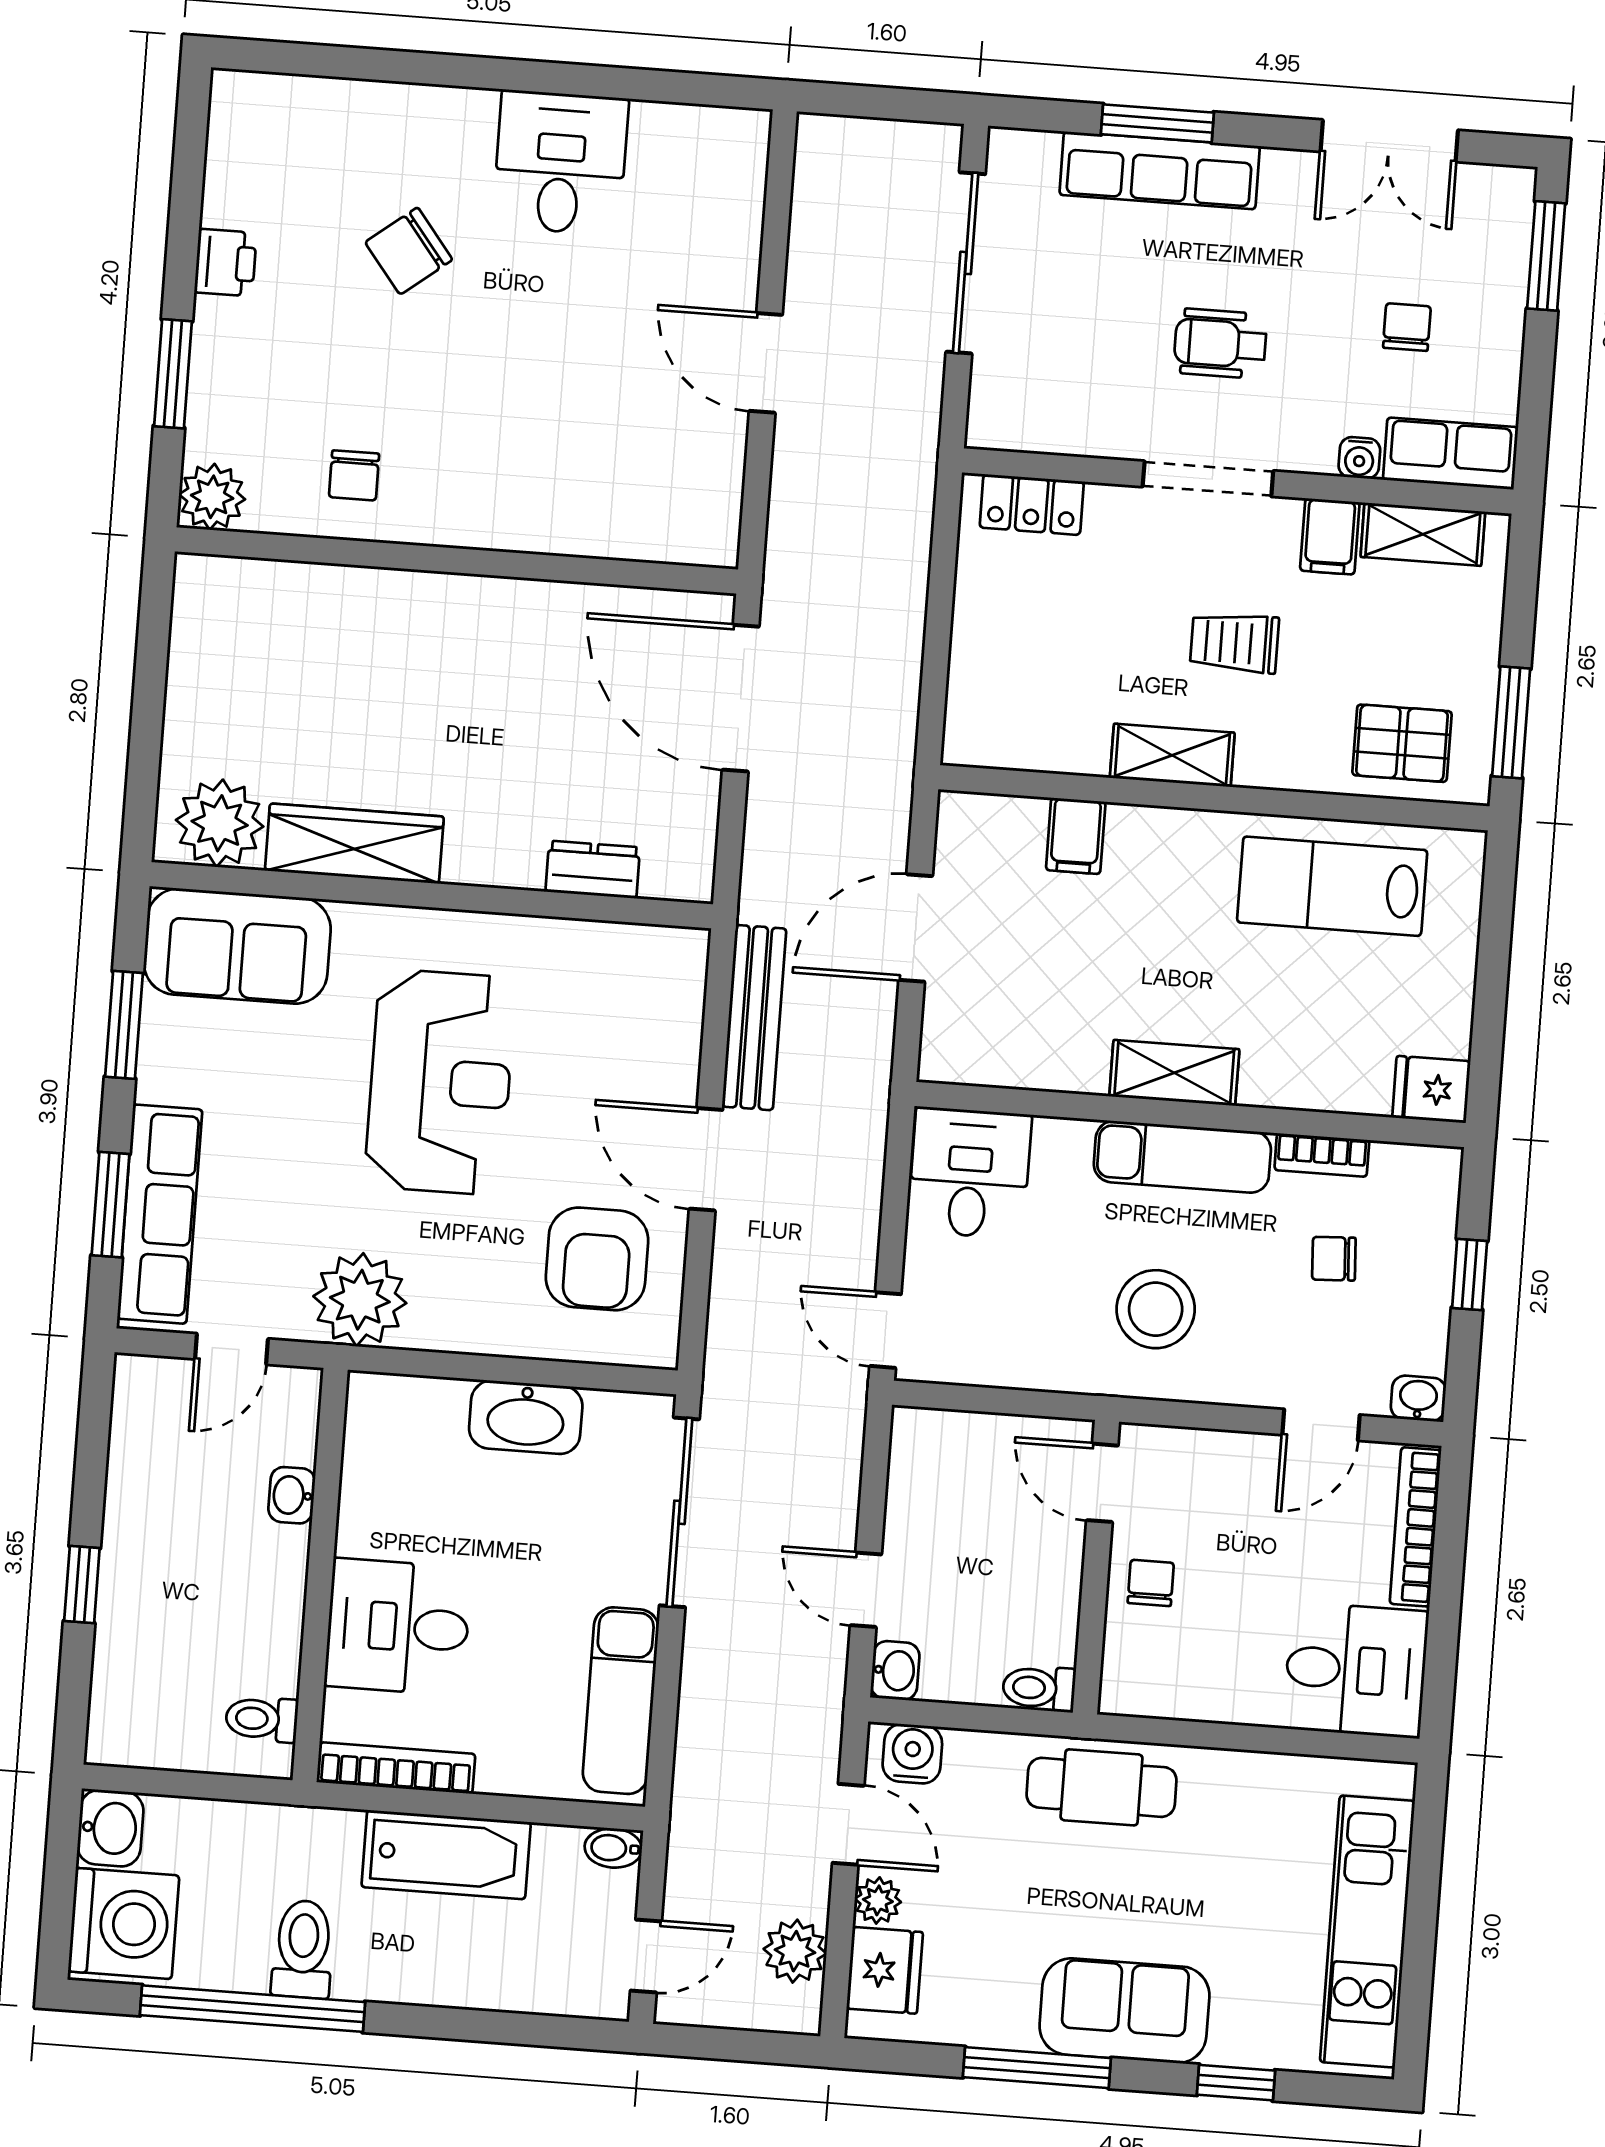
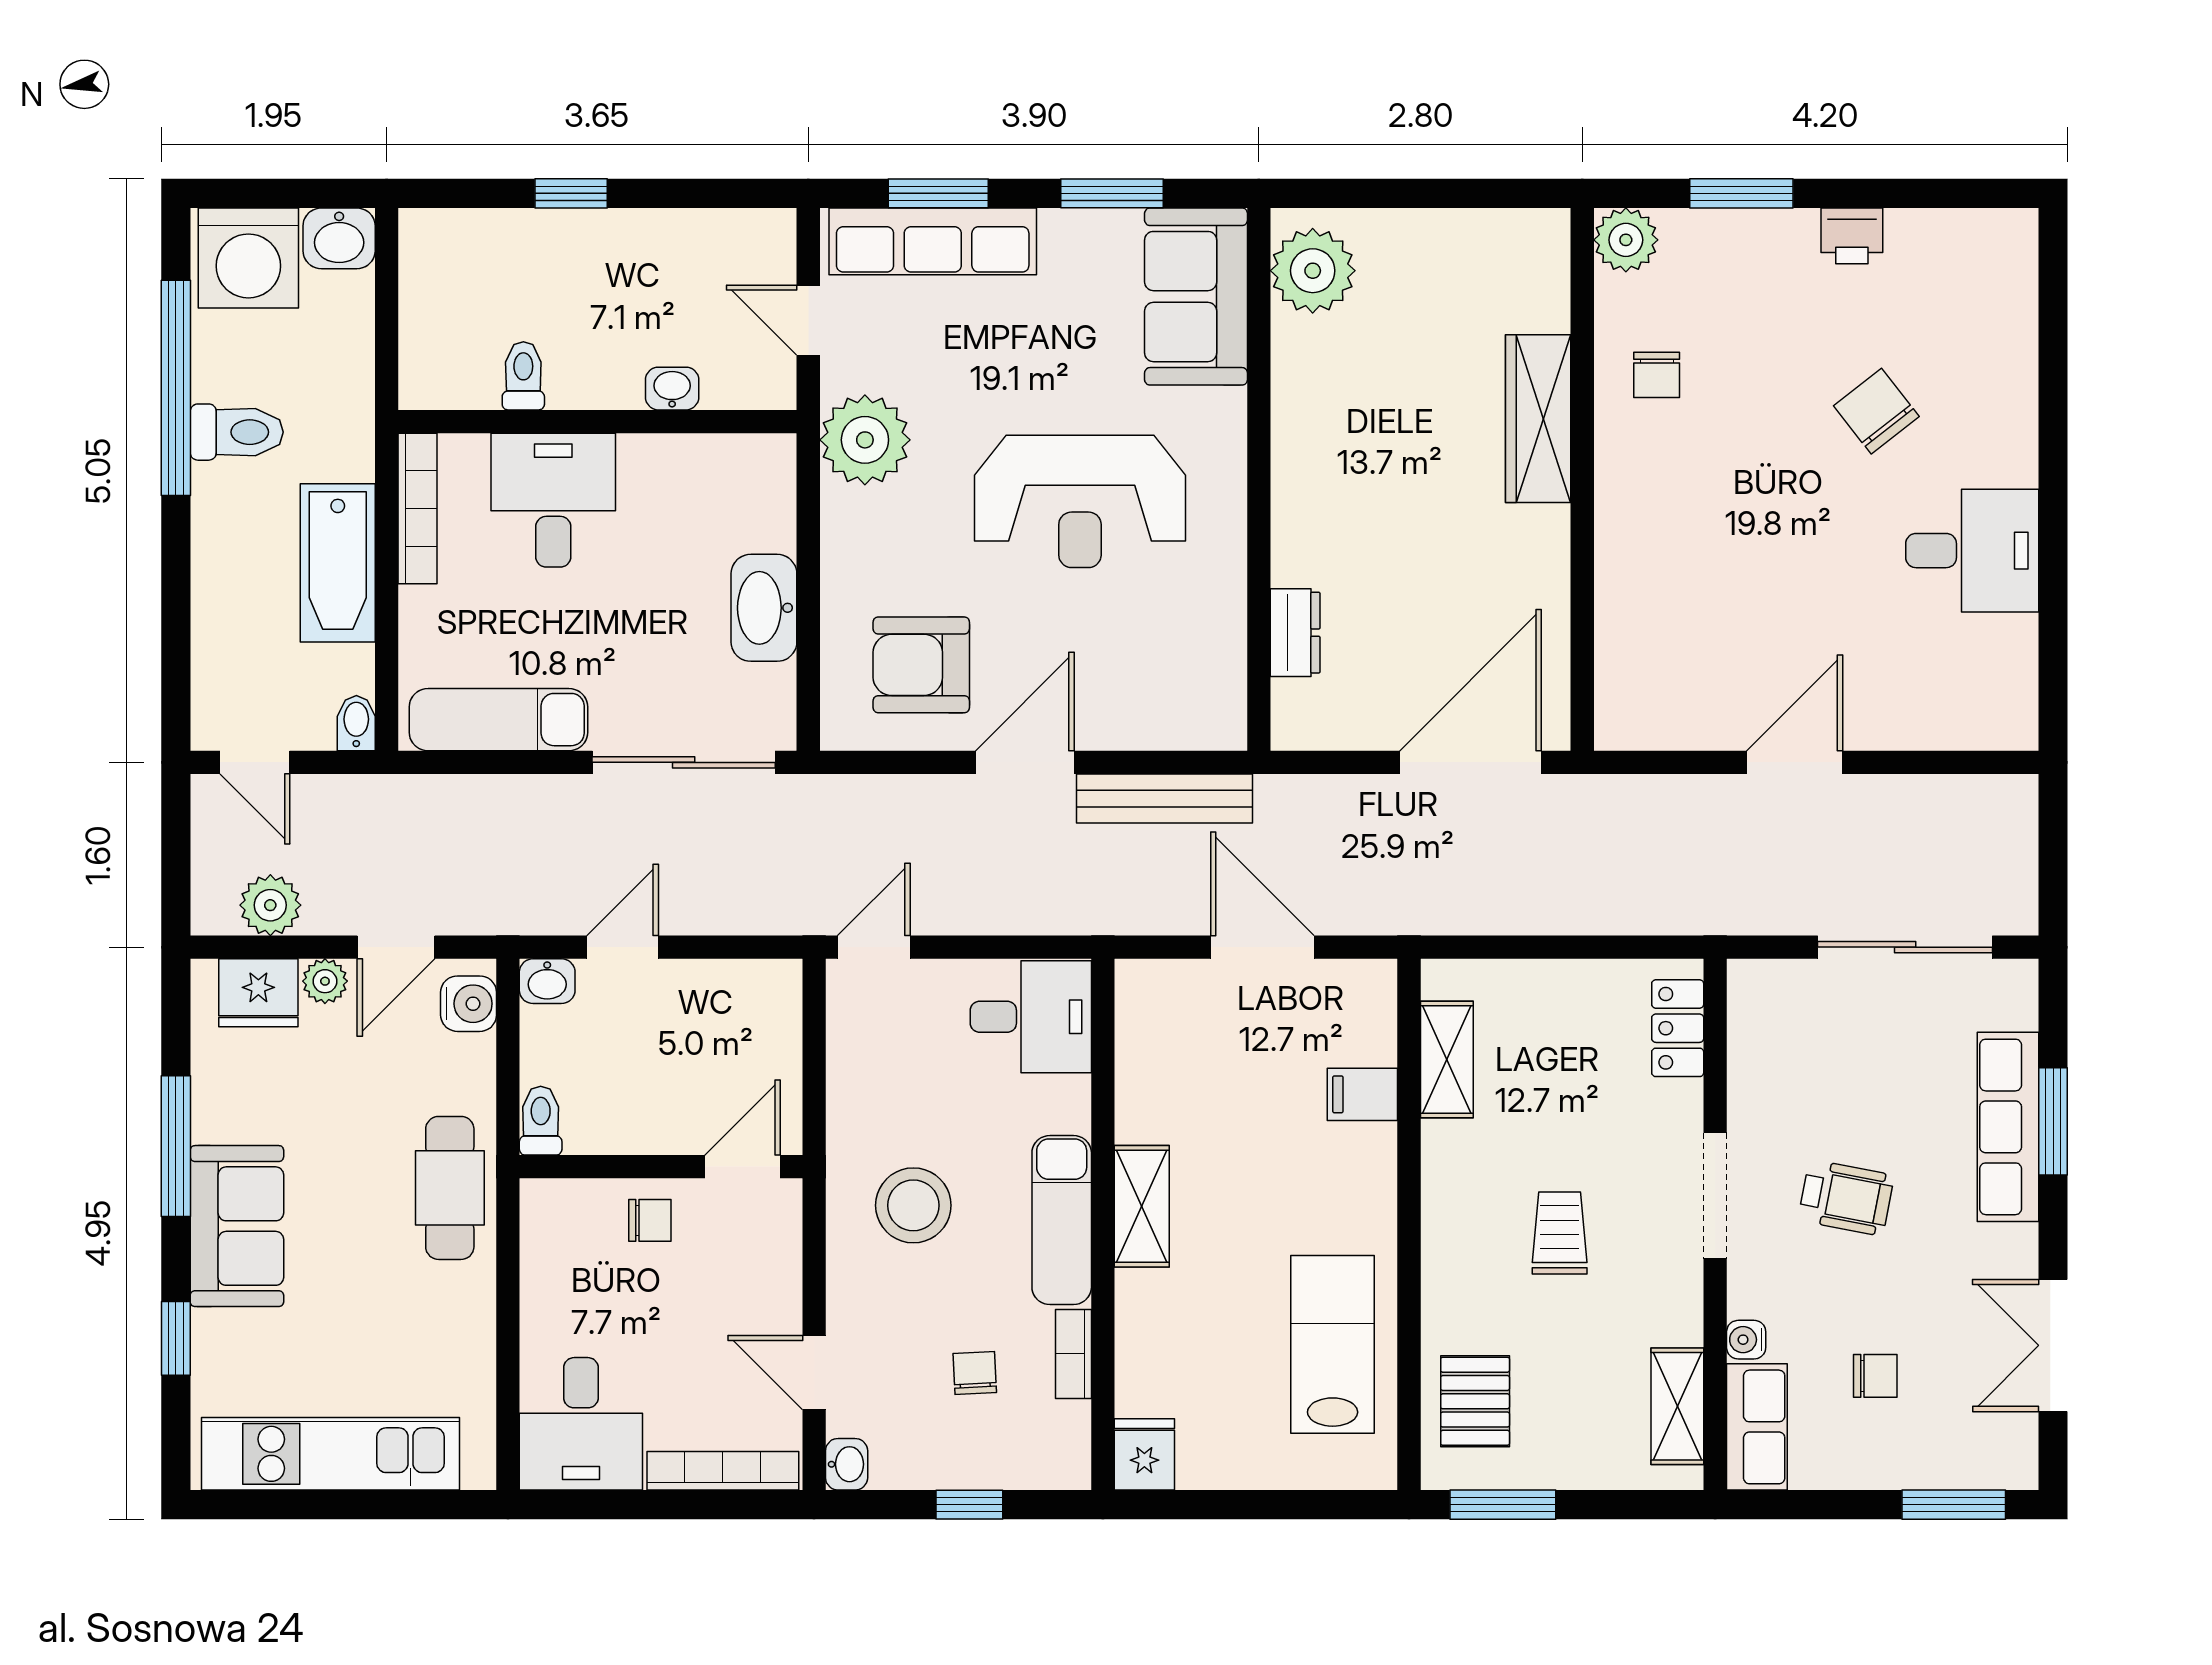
wheelchair: (1220, 343) -> (1846, 1198), turned 101
chair: (354, 475) -> (1657, 375), turned -90
filing cabinet: (1330, 536) -> (1669, 1317), removed
shelving: (1172, 755) -> (1447, 1059), moved
wardrobe: (354, 844) -> (1538, 419), moved, turned 180
toilet: (262, 1719) -> (523, 376), moved

